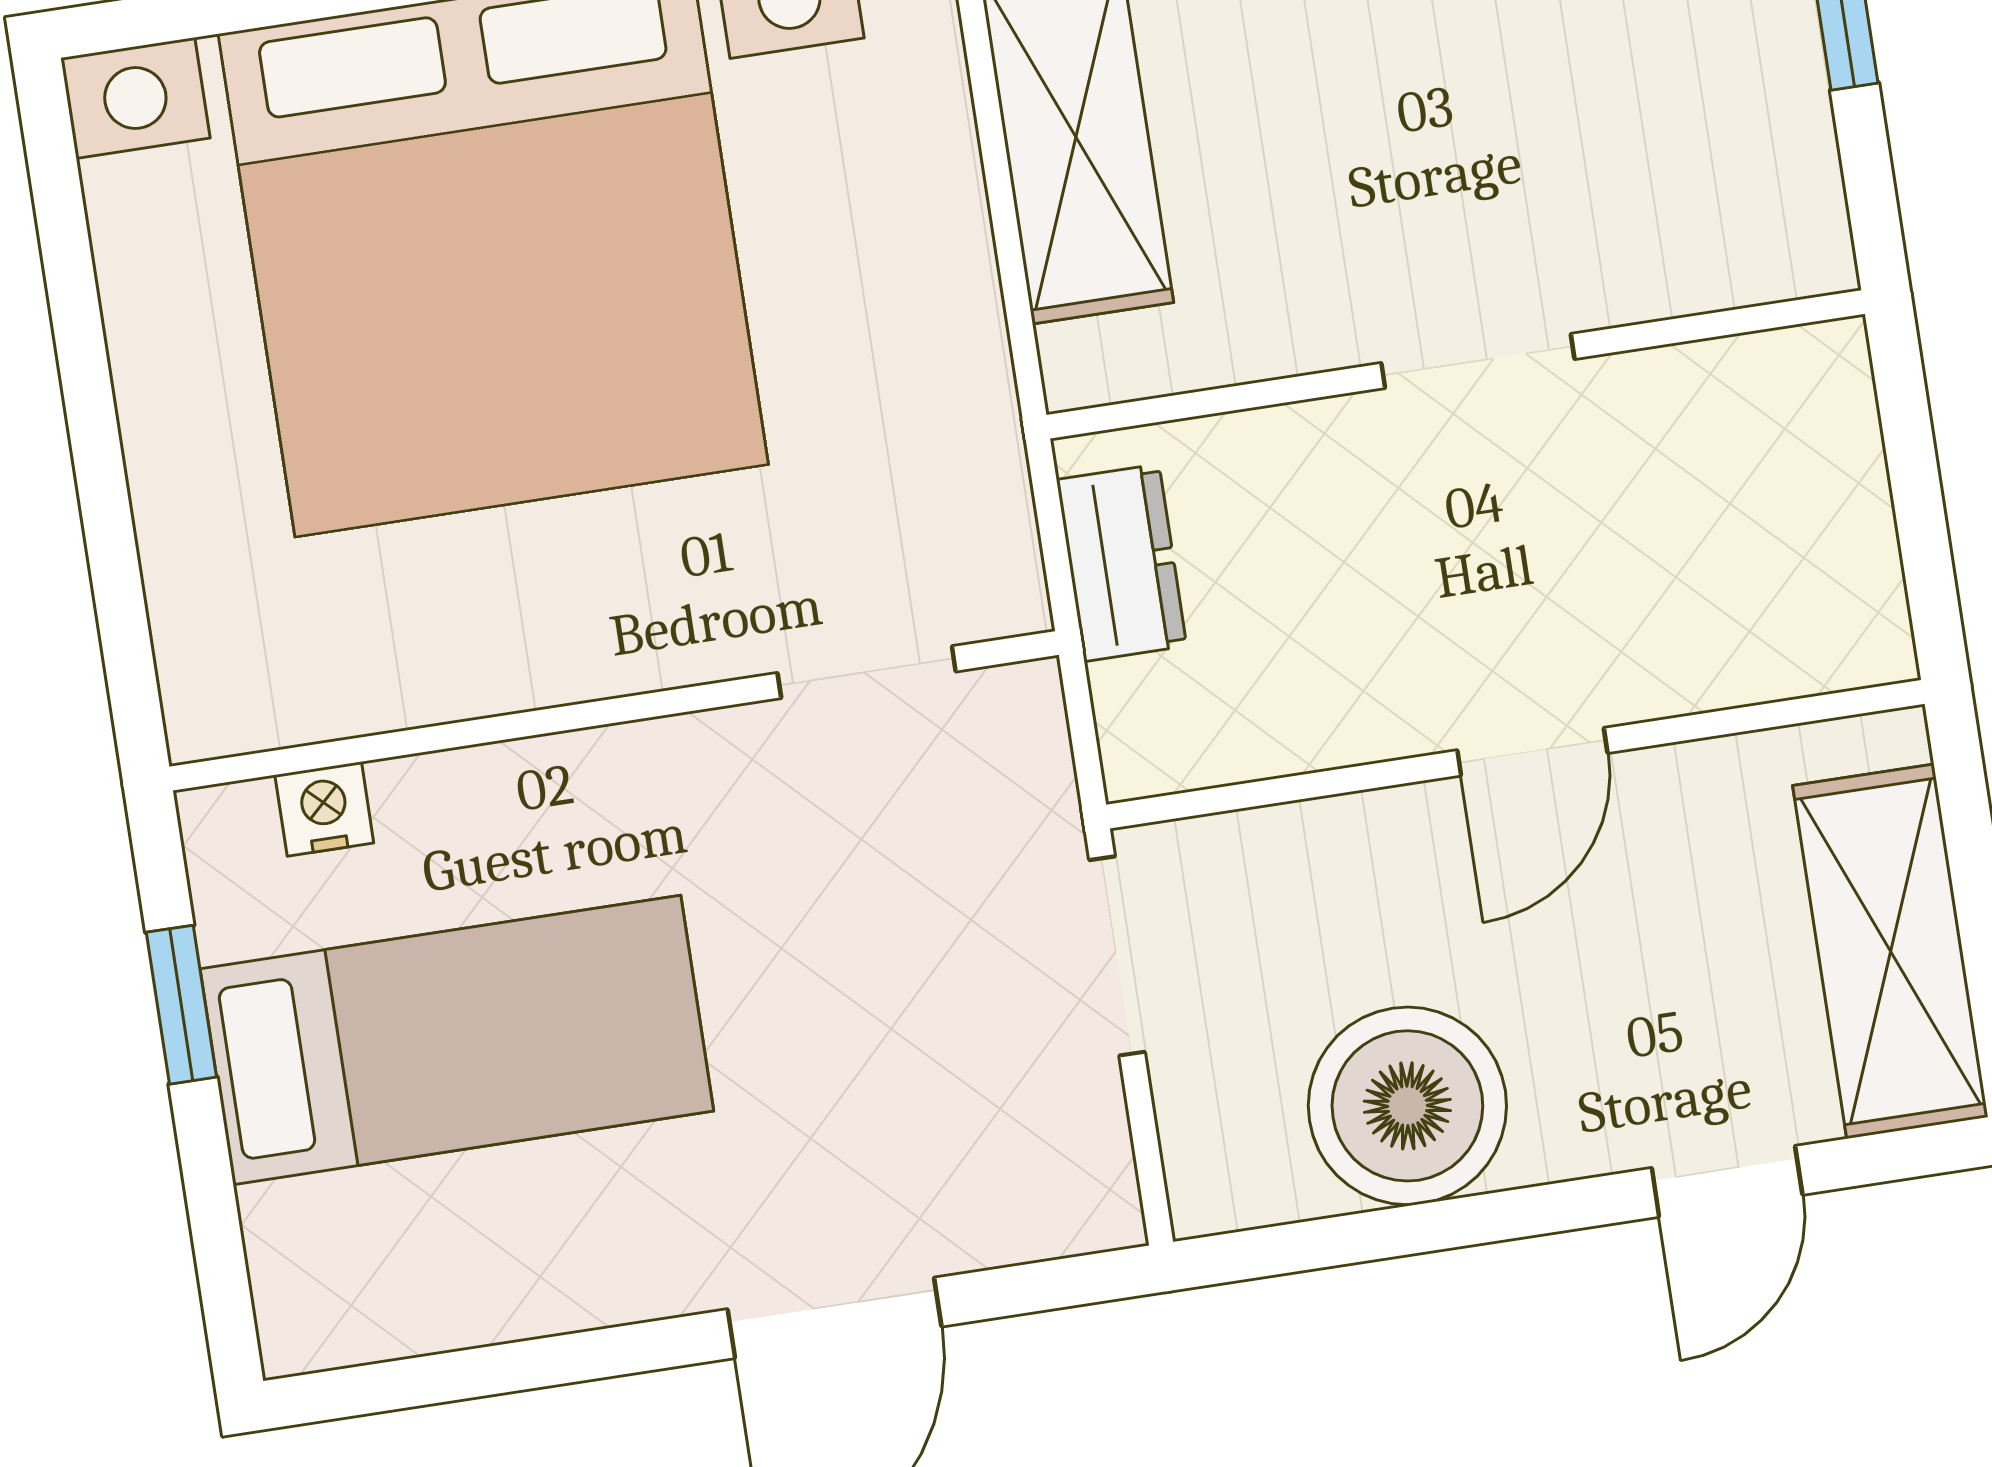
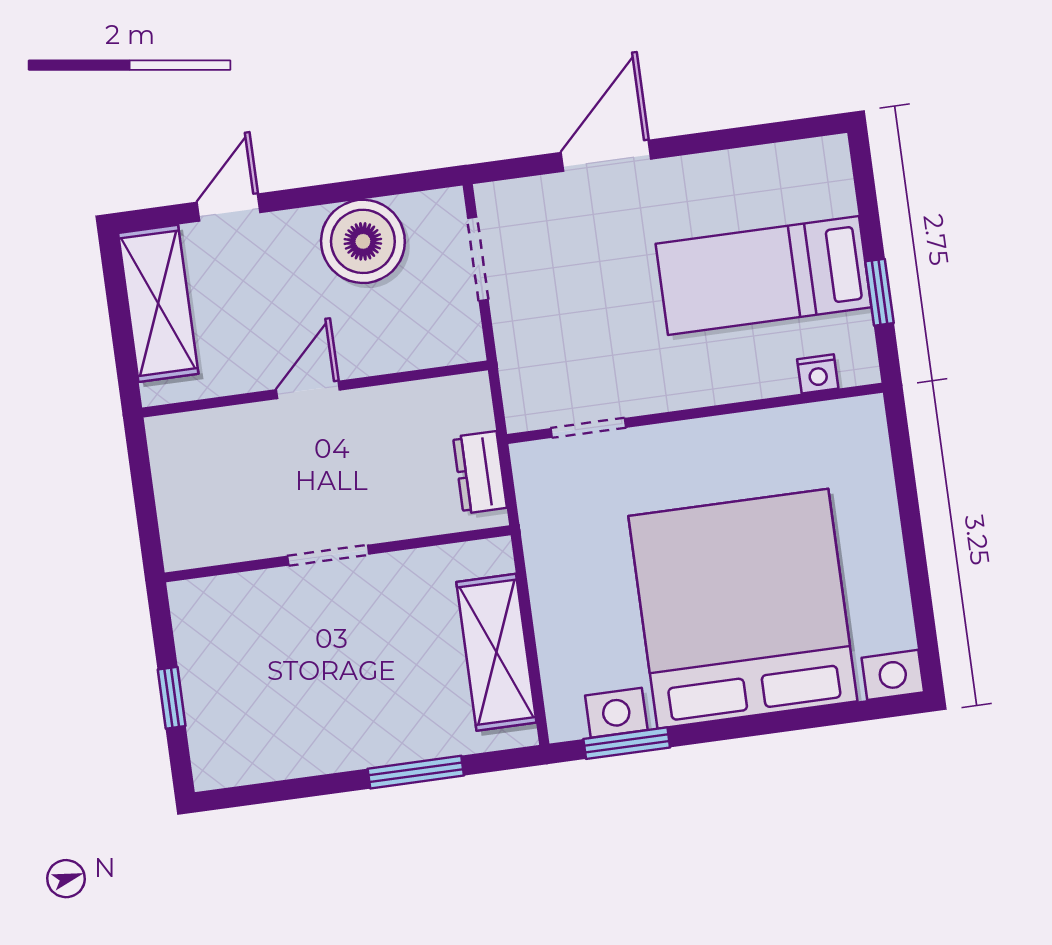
doorway: (1117, 956) -> (478, 259), moved

